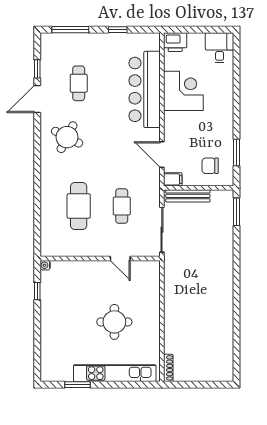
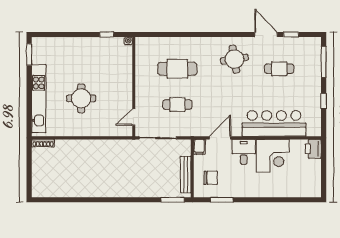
desk: (220, 48) -> (244, 152), moved, turned -90
round table: (67, 137) -> (234, 59), turned -36
chair: (210, 166) -> (211, 178), turned 90
bench: (188, 196) -> (186, 174), moved
door: (120, 259) -> (134, 117), moved
window: (78, 385) -> (29, 54), moved

